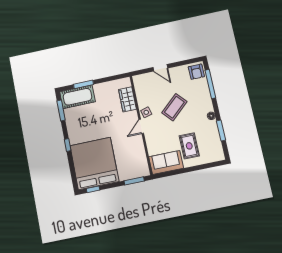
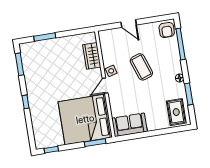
cot: (77, 97) -> (38, 50), removed
coffee table: (174, 107) -> (141, 67), turned -67
rug: (189, 146) -> (176, 112), moved
bed: (94, 164) -> (85, 119), moved, turned -90

